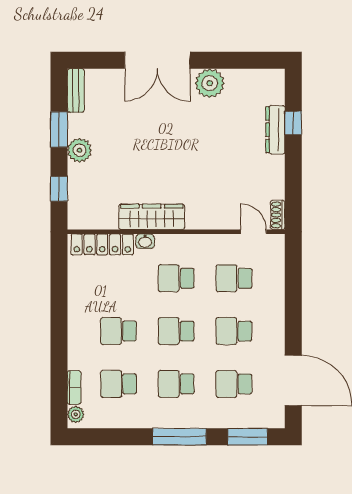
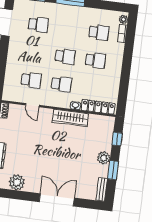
plant: (210, 83) -> (17, 182), moved
door: (254, 232) -> (32, 105), moved
school desk: (234, 331) -> (35, 52), removed
school desk: (176, 384) -> (69, 29), removed

